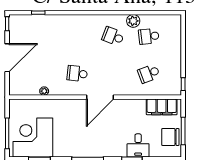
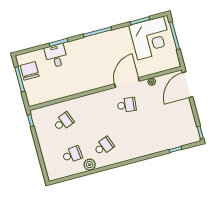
school desk: (113, 36) -> (104, 146), turned -42
door: (7, 58) -> (187, 85), moved
door: (100, 97) -> (127, 83), moved
filing cabinet: (162, 107) -> (44, 95), removed
chair: (170, 137) -> (30, 71), turned -90

